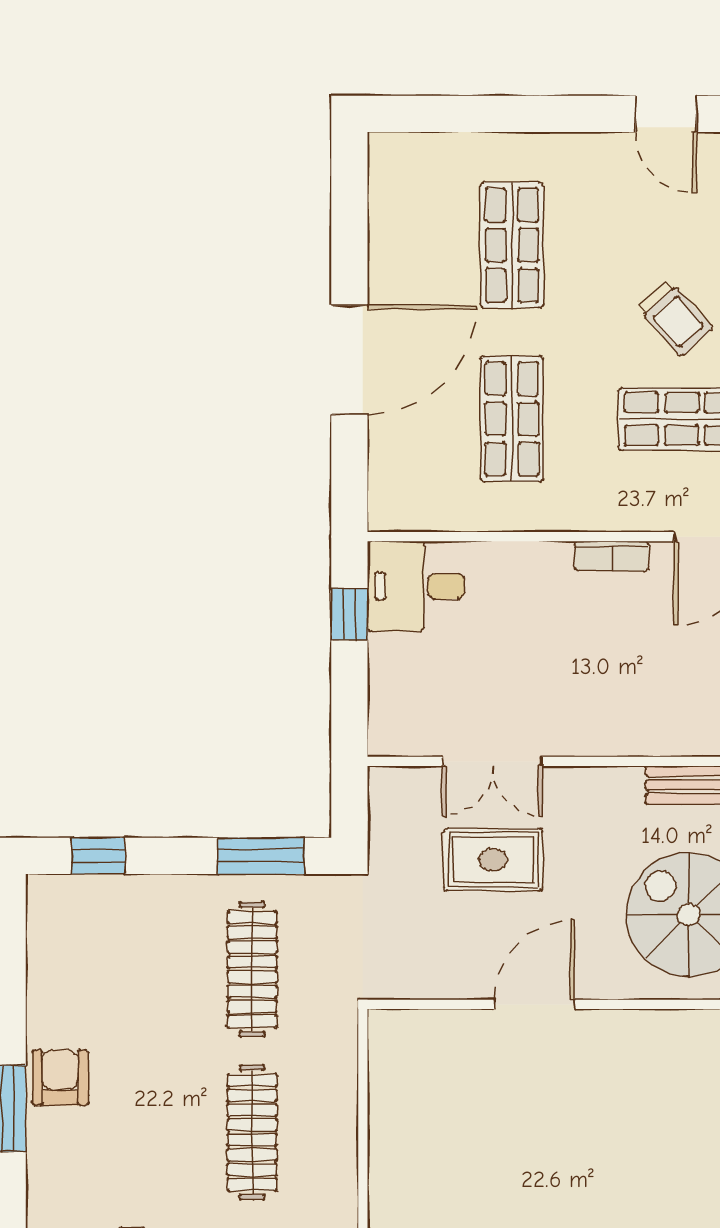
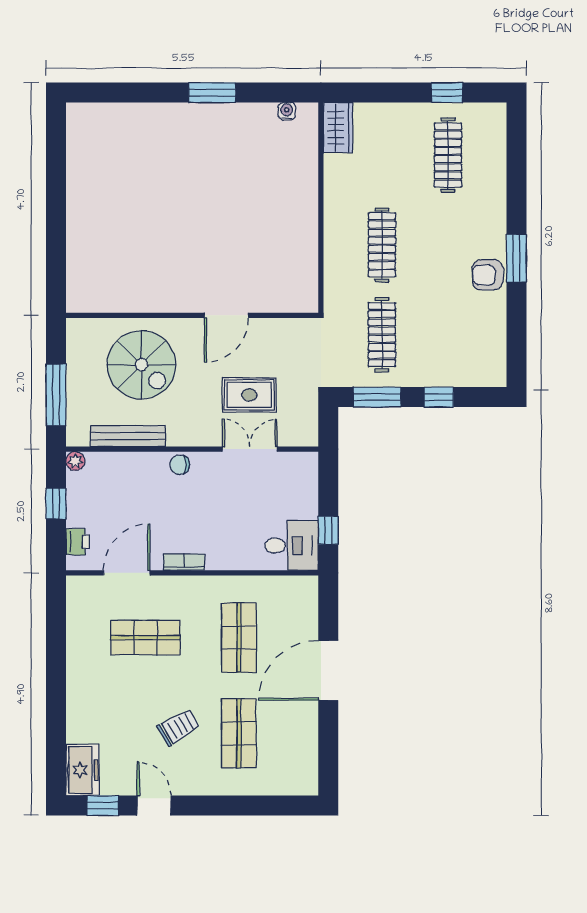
trolley: (675, 318) -> (179, 727), moved, turned 102
chair: (620, 733) -> (180, 465), added
window: (98, 856) -> (439, 397), moved
armchair: (60, 1078) -> (488, 275), turned 90

